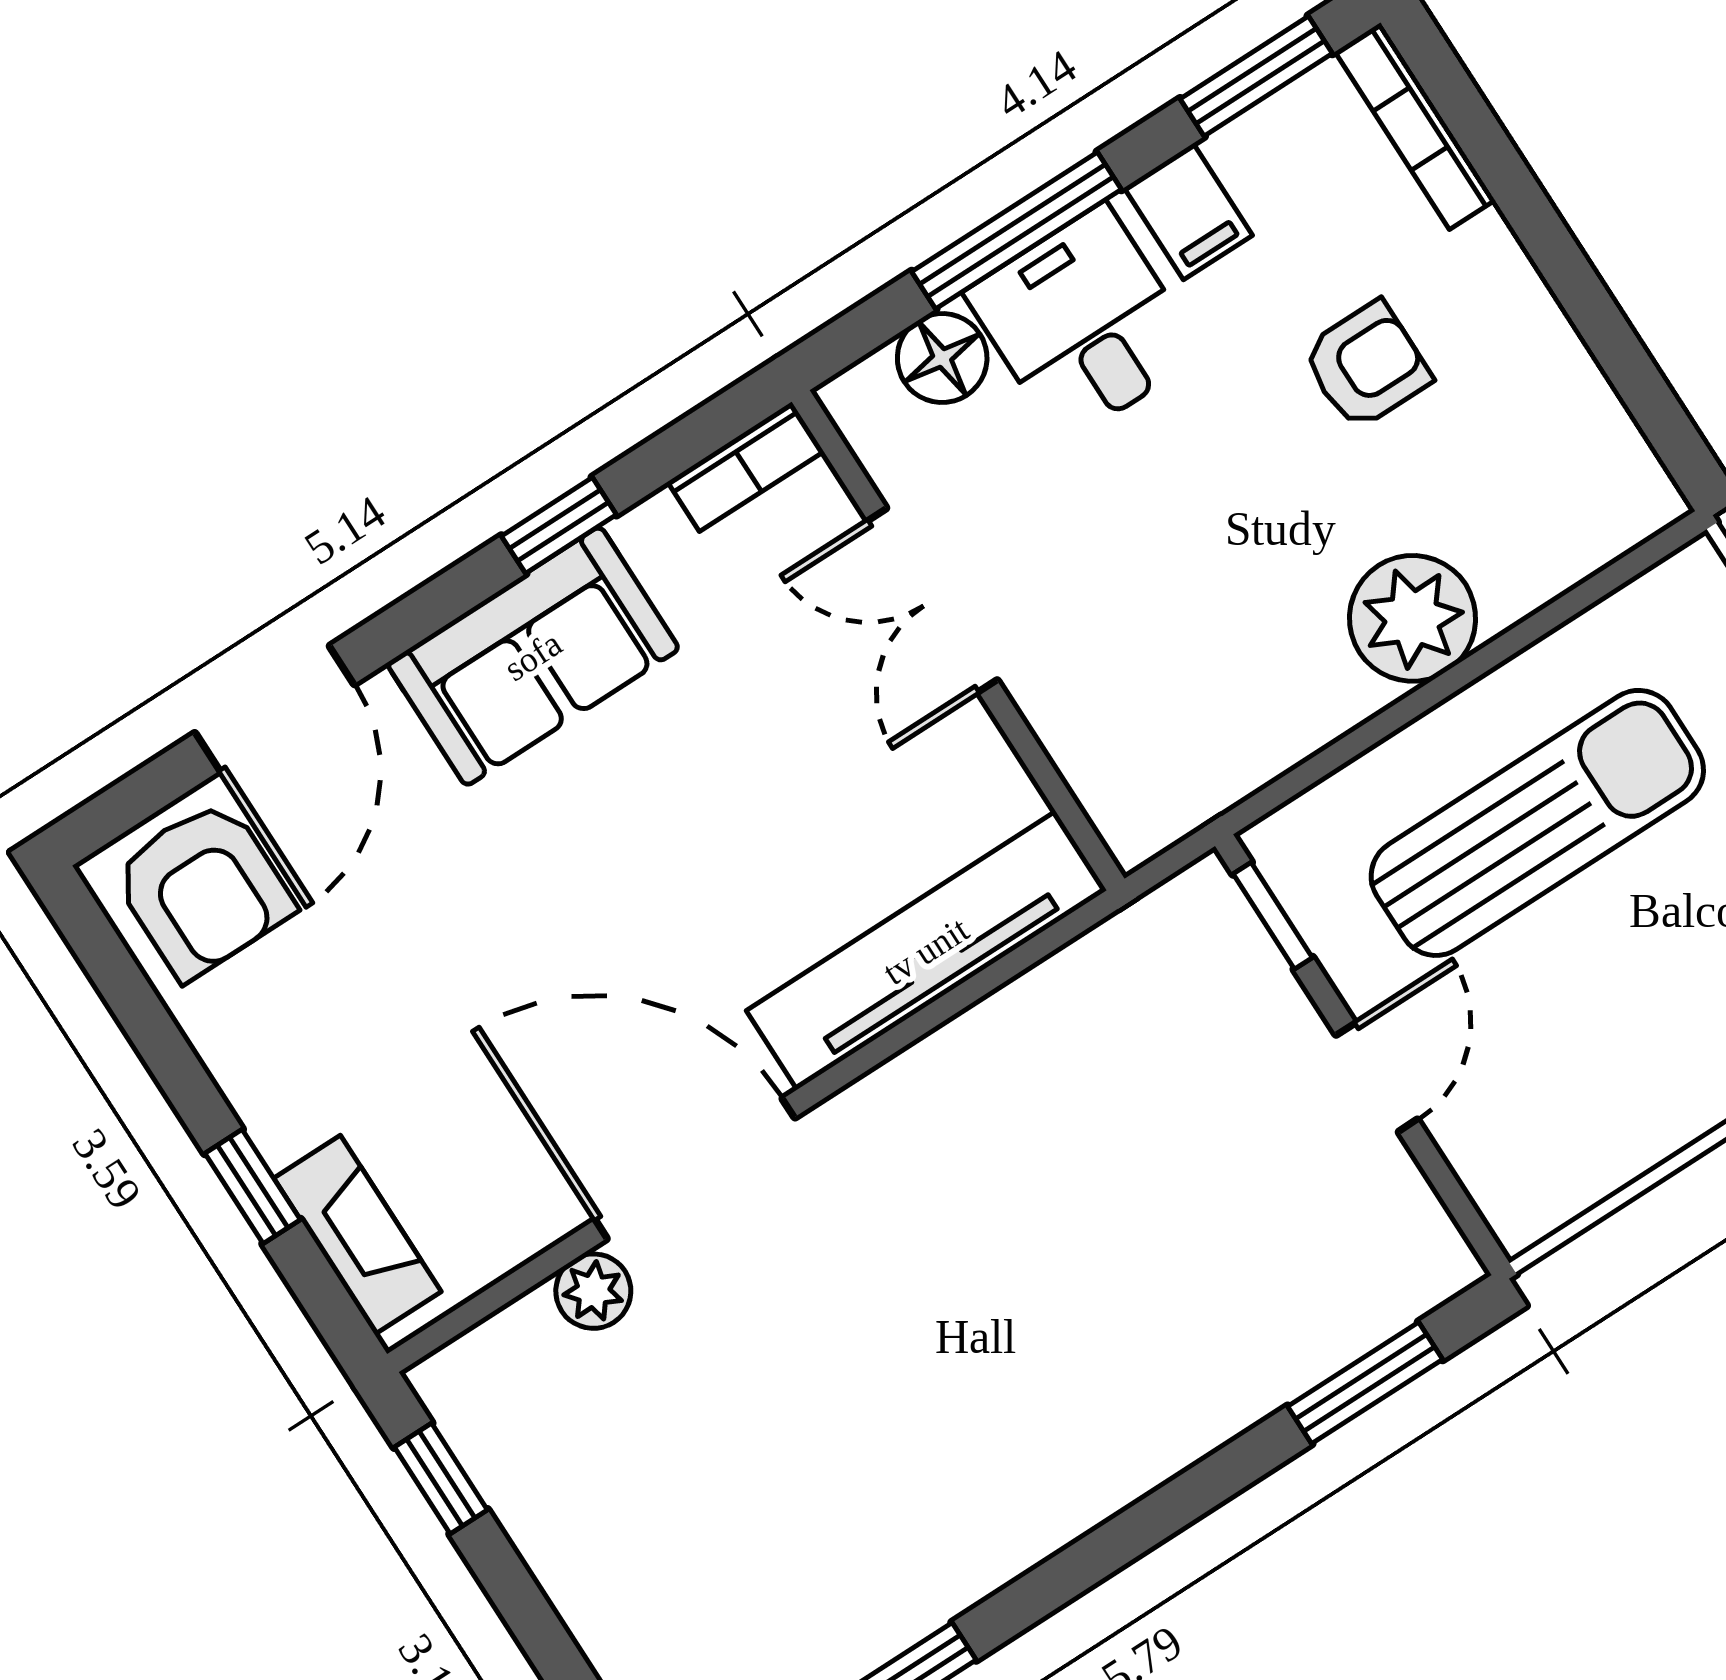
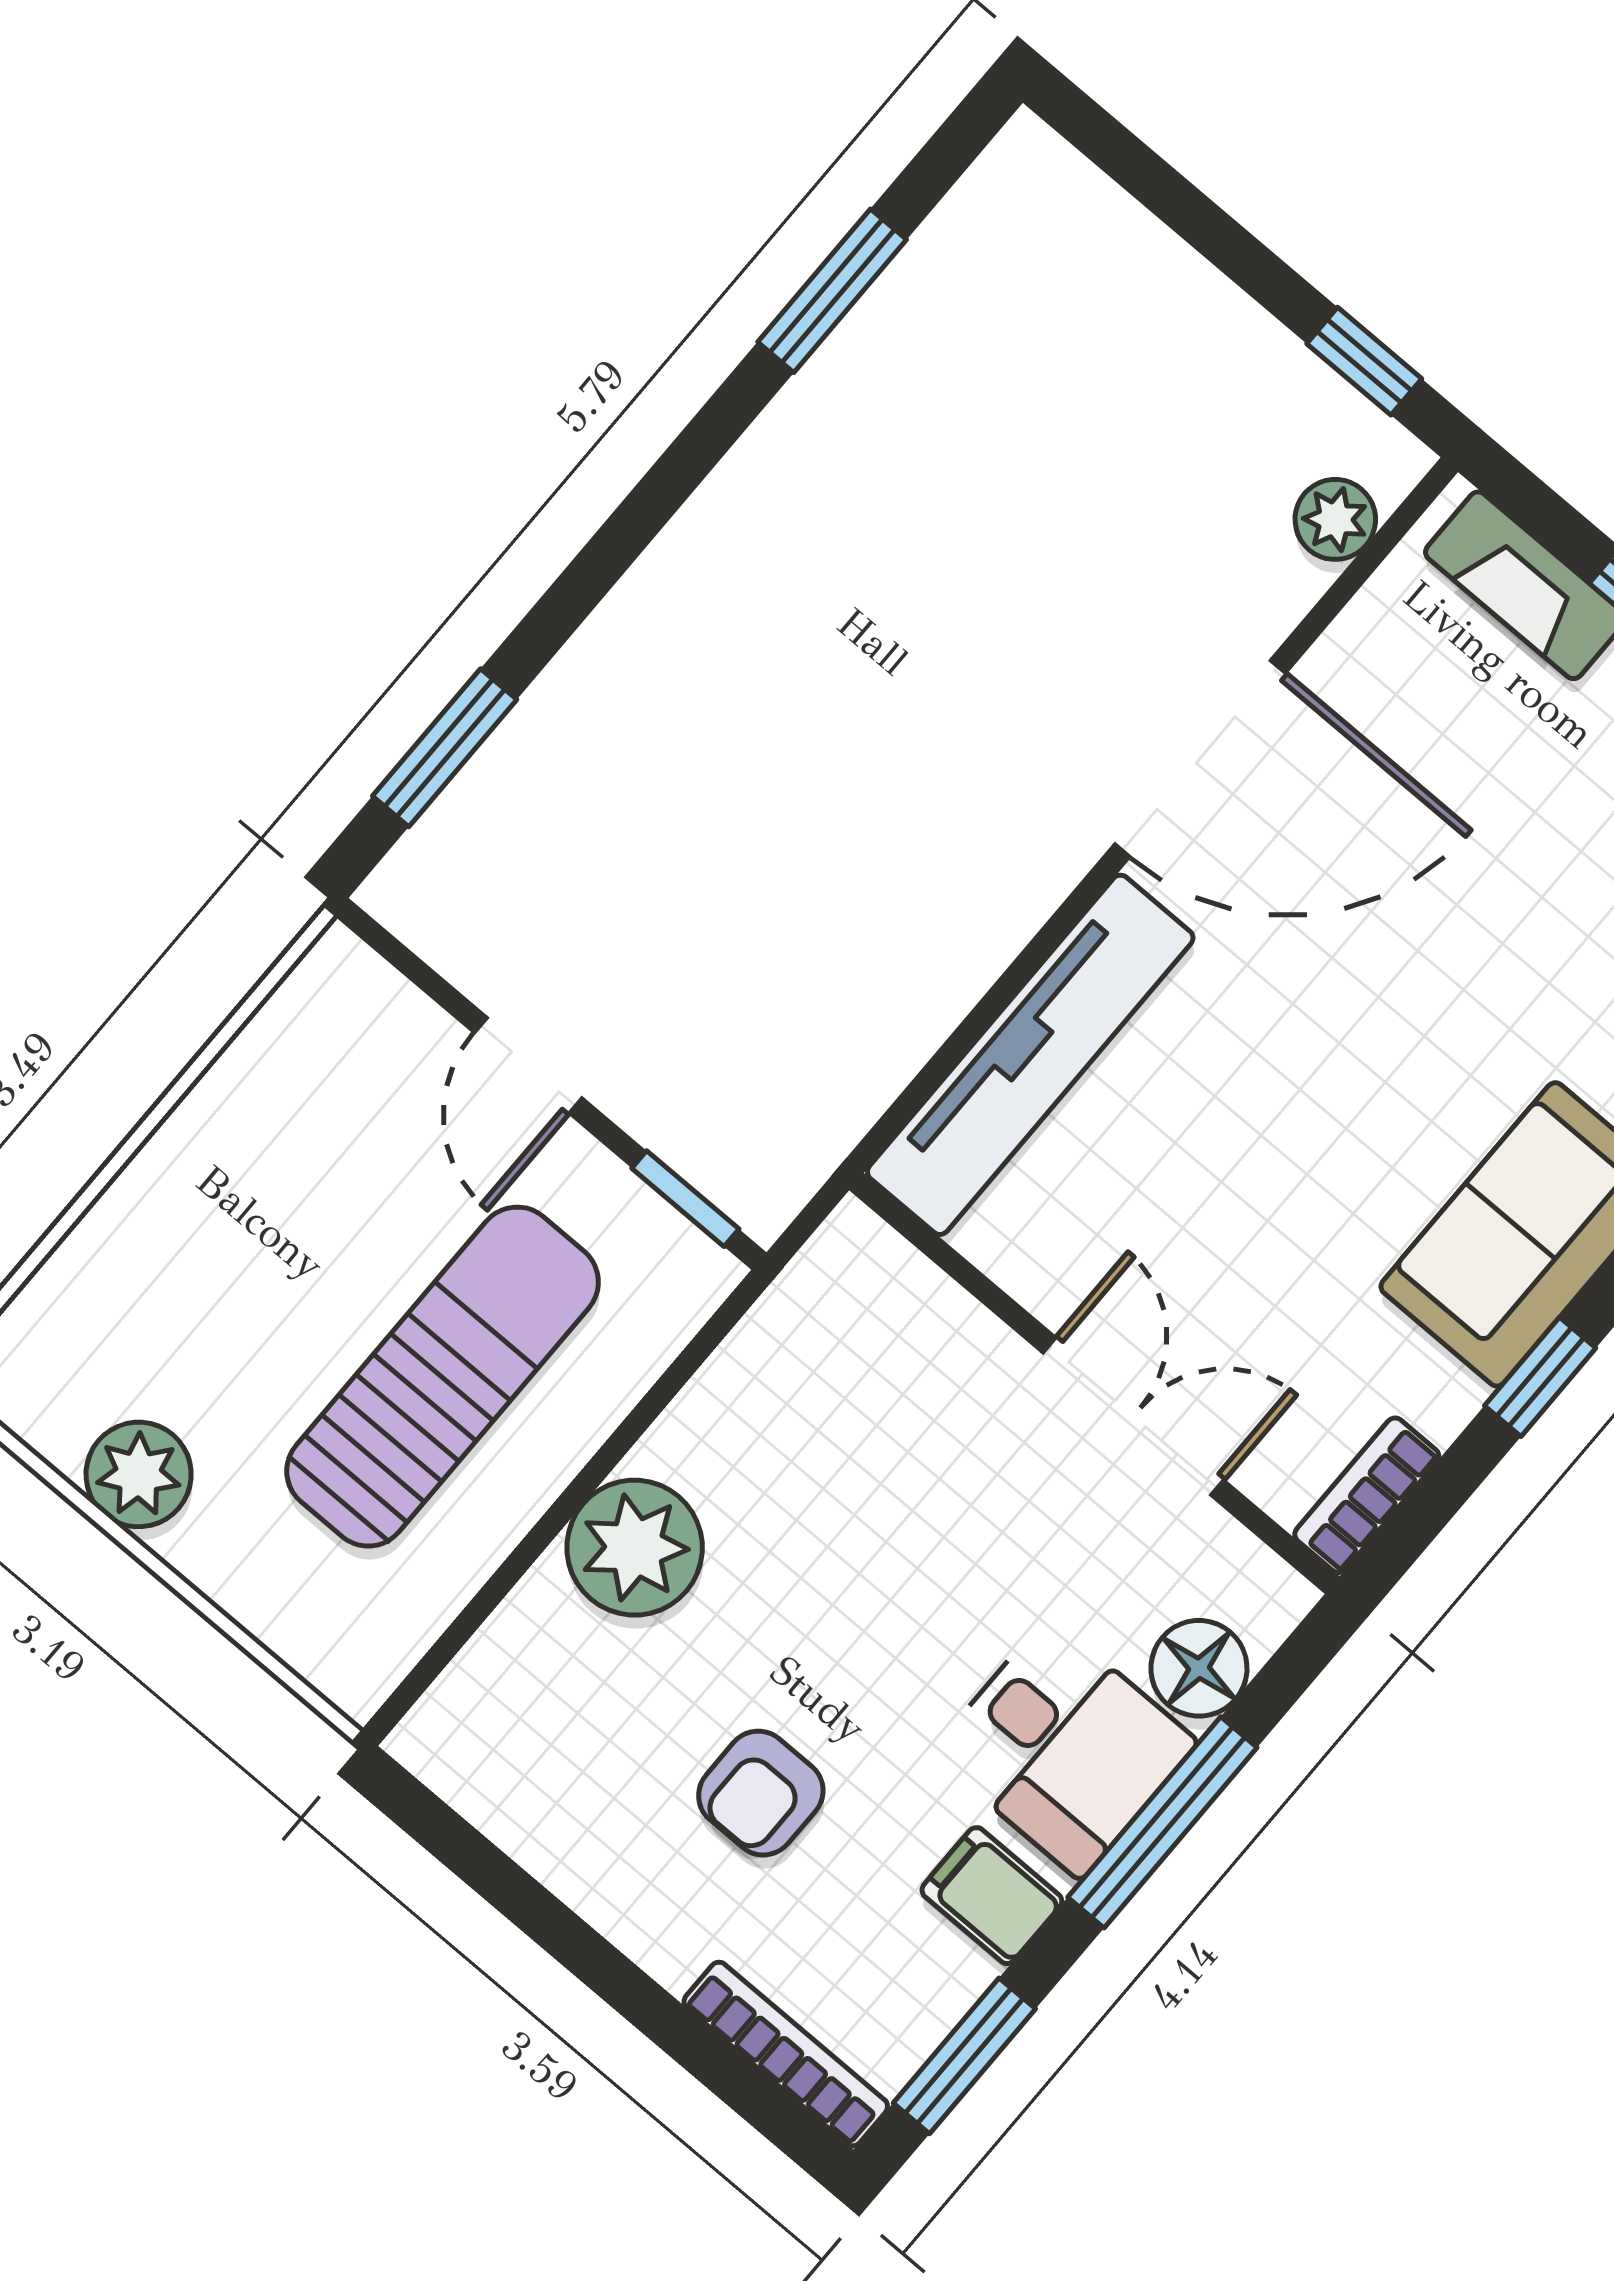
sun lounger: (1537, 823) -> (443, 1377), turned 180
plant: (593, 1291) -> (1335, 519), moved

